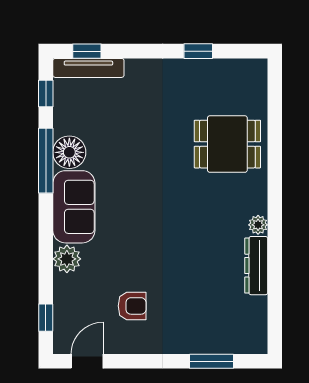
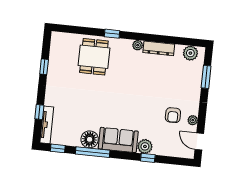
window: (87, 51) -> (39, 112), moved
window: (275, 174) -> (112, 34), added
armchair: (132, 306) -> (173, 115), turned 180
window: (46, 318) -> (148, 158), moved
plant: (254, 327) -> (190, 53), added
plant: (126, 345) -> (193, 120), added

